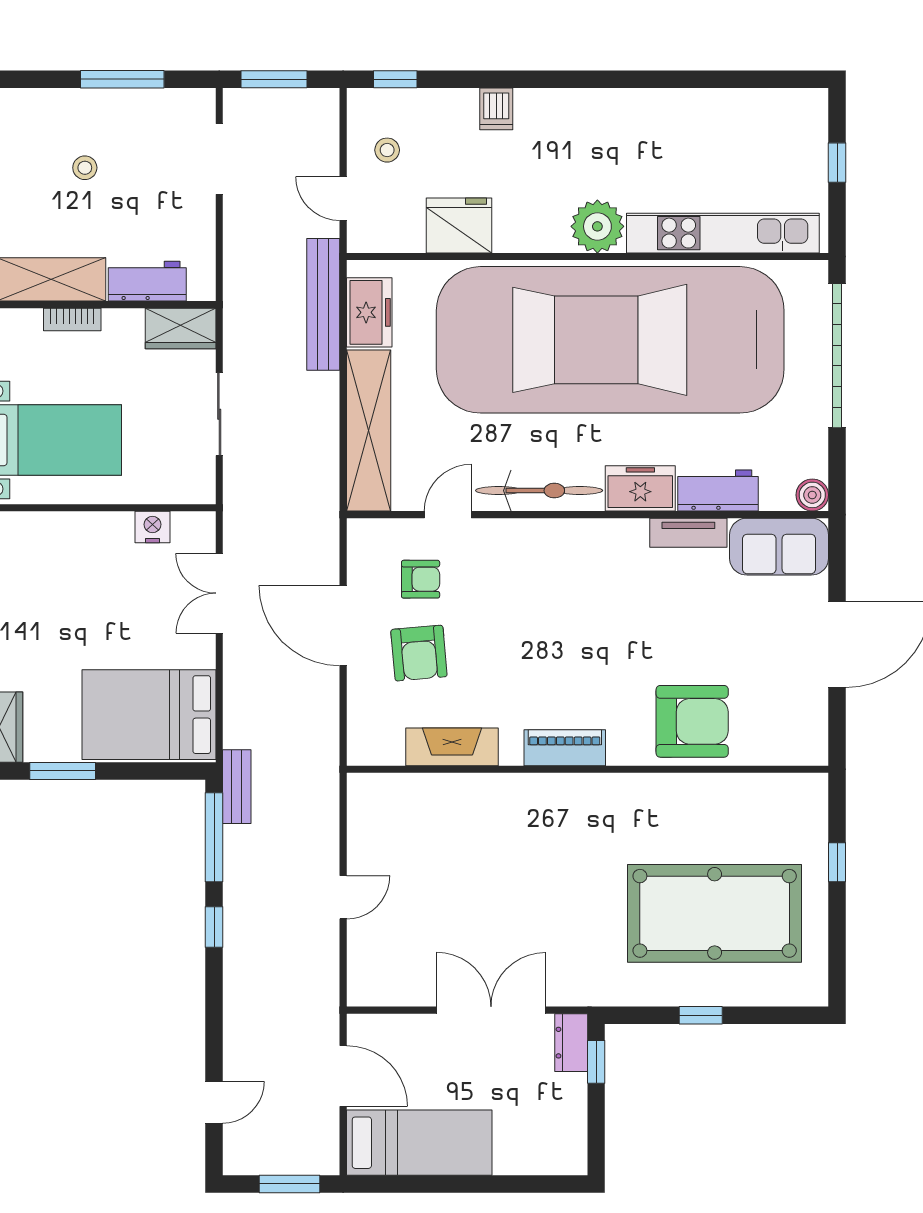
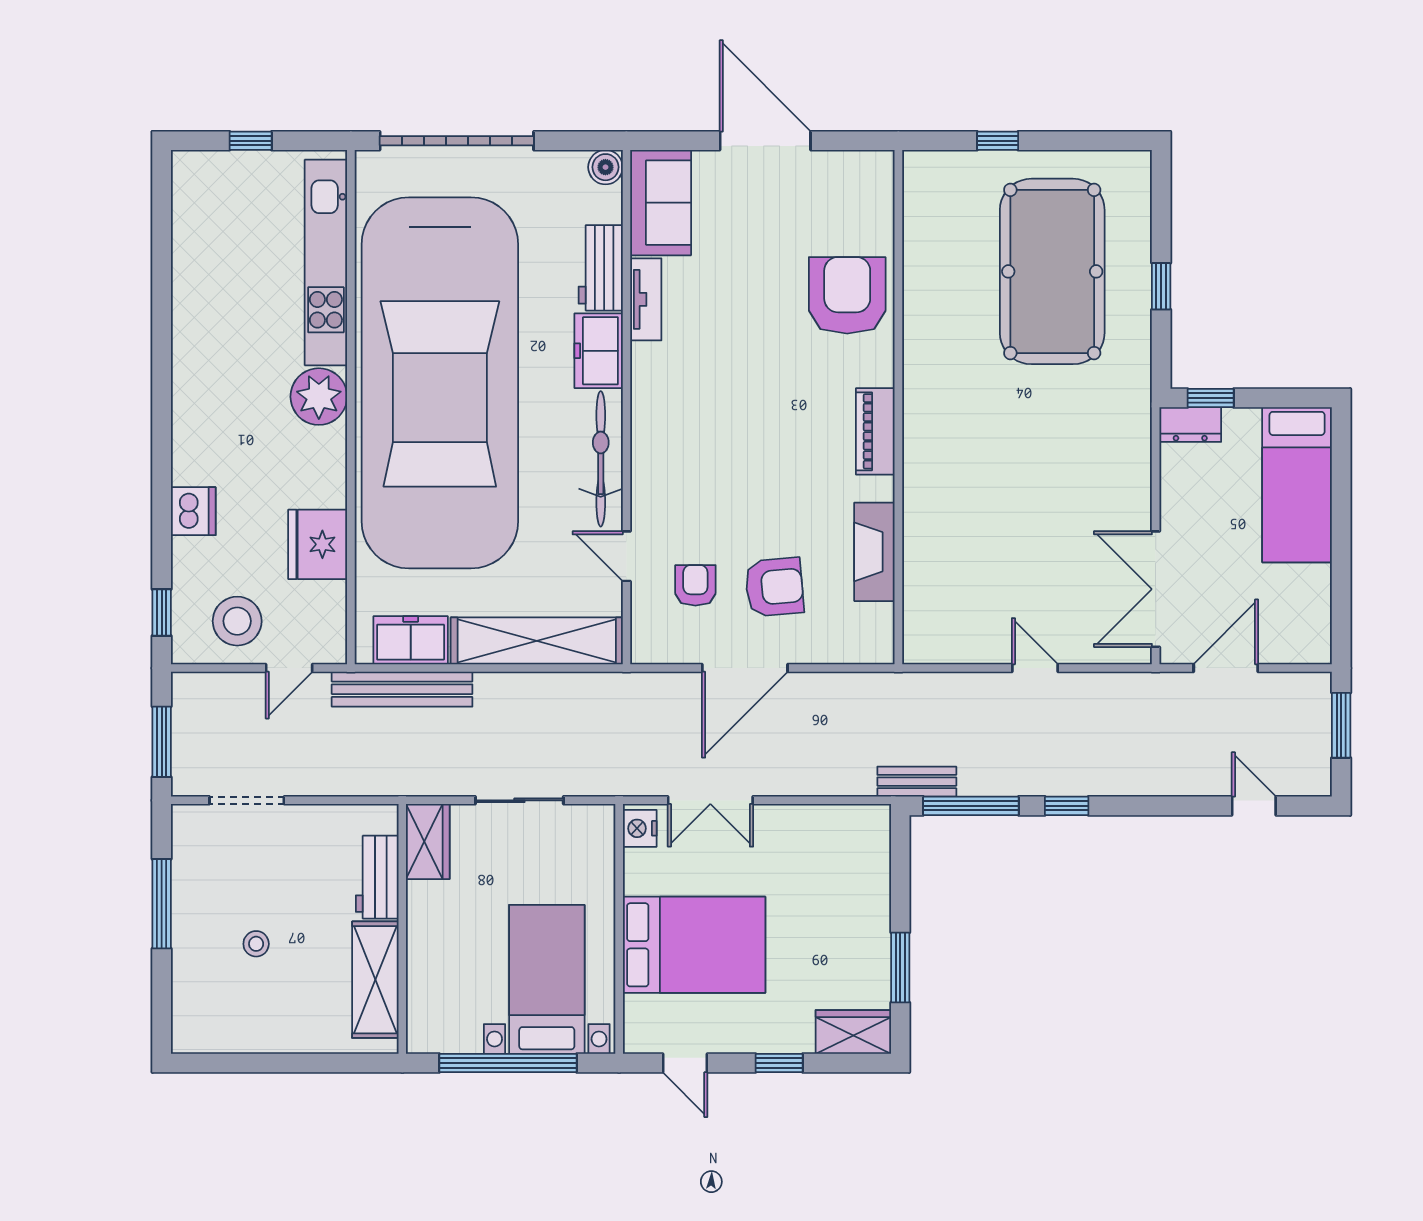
dishwasher: (496, 109) -> (193, 511), width x1.38
stool: (387, 150) -> (237, 621), width x1.89, depth x1.89
bookcase: (72, 320) -> (418, 957), removed
nightstand: (152, 527) -> (640, 828), moved
bed: (149, 715) -> (694, 945), moved, turned -90
double door: (491, 1010) -> (1156, 589), moved
bed: (419, 1143) -> (1297, 485), moved, turned 180

